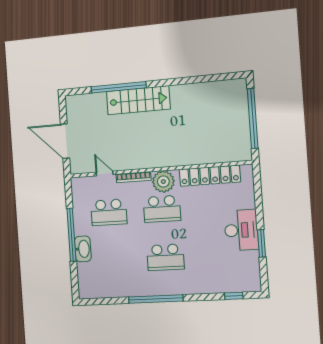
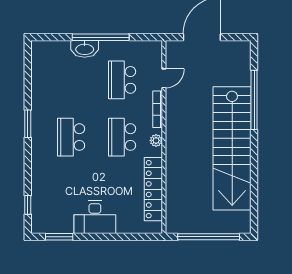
stairs: (138, 100) -> (232, 148), width x1.86, depth x1.51
plant: (163, 182) -> (156, 140), width x0.53, depth x0.53
window: (262, 243) -> (59, 237), moved
window: (156, 299) -> (28, 124), width x0.47

